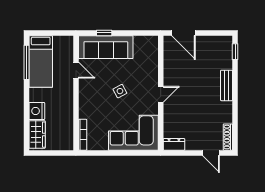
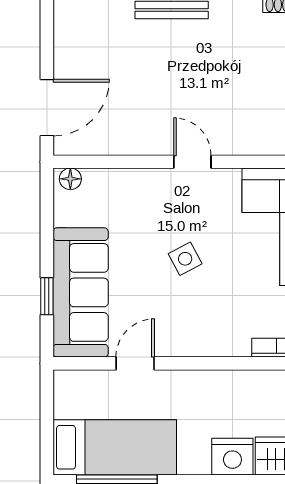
floor lamp: (154, 43) -> (70, 179), added

